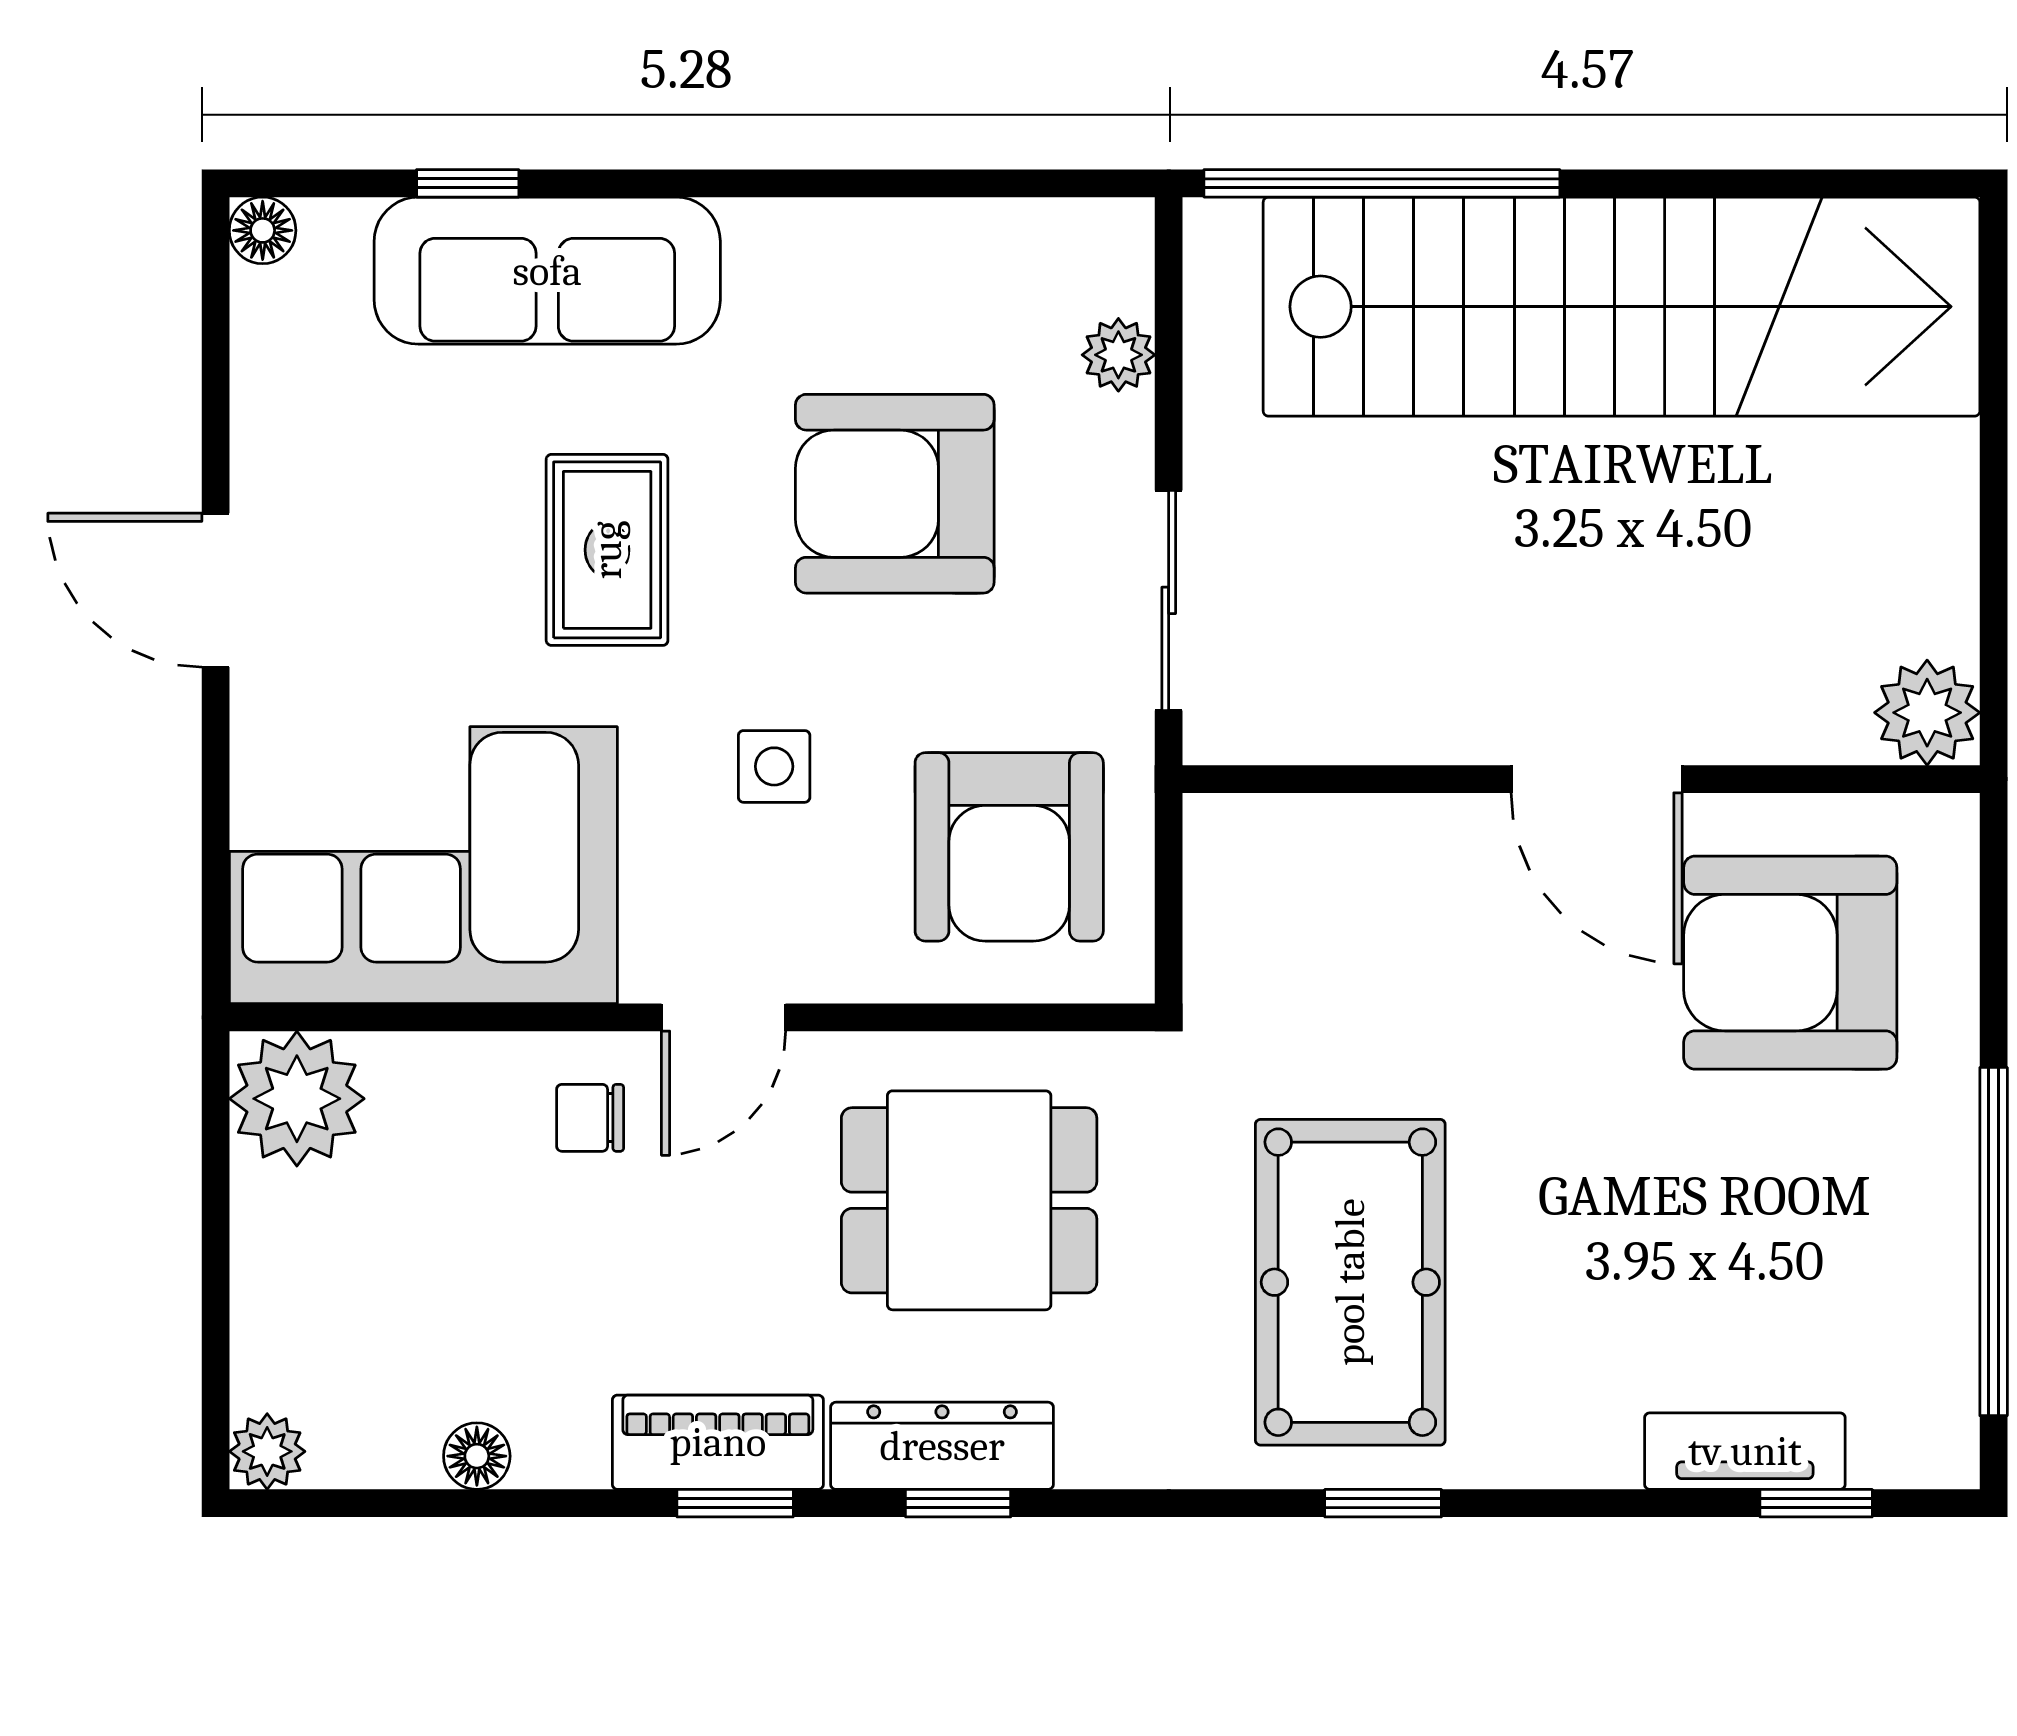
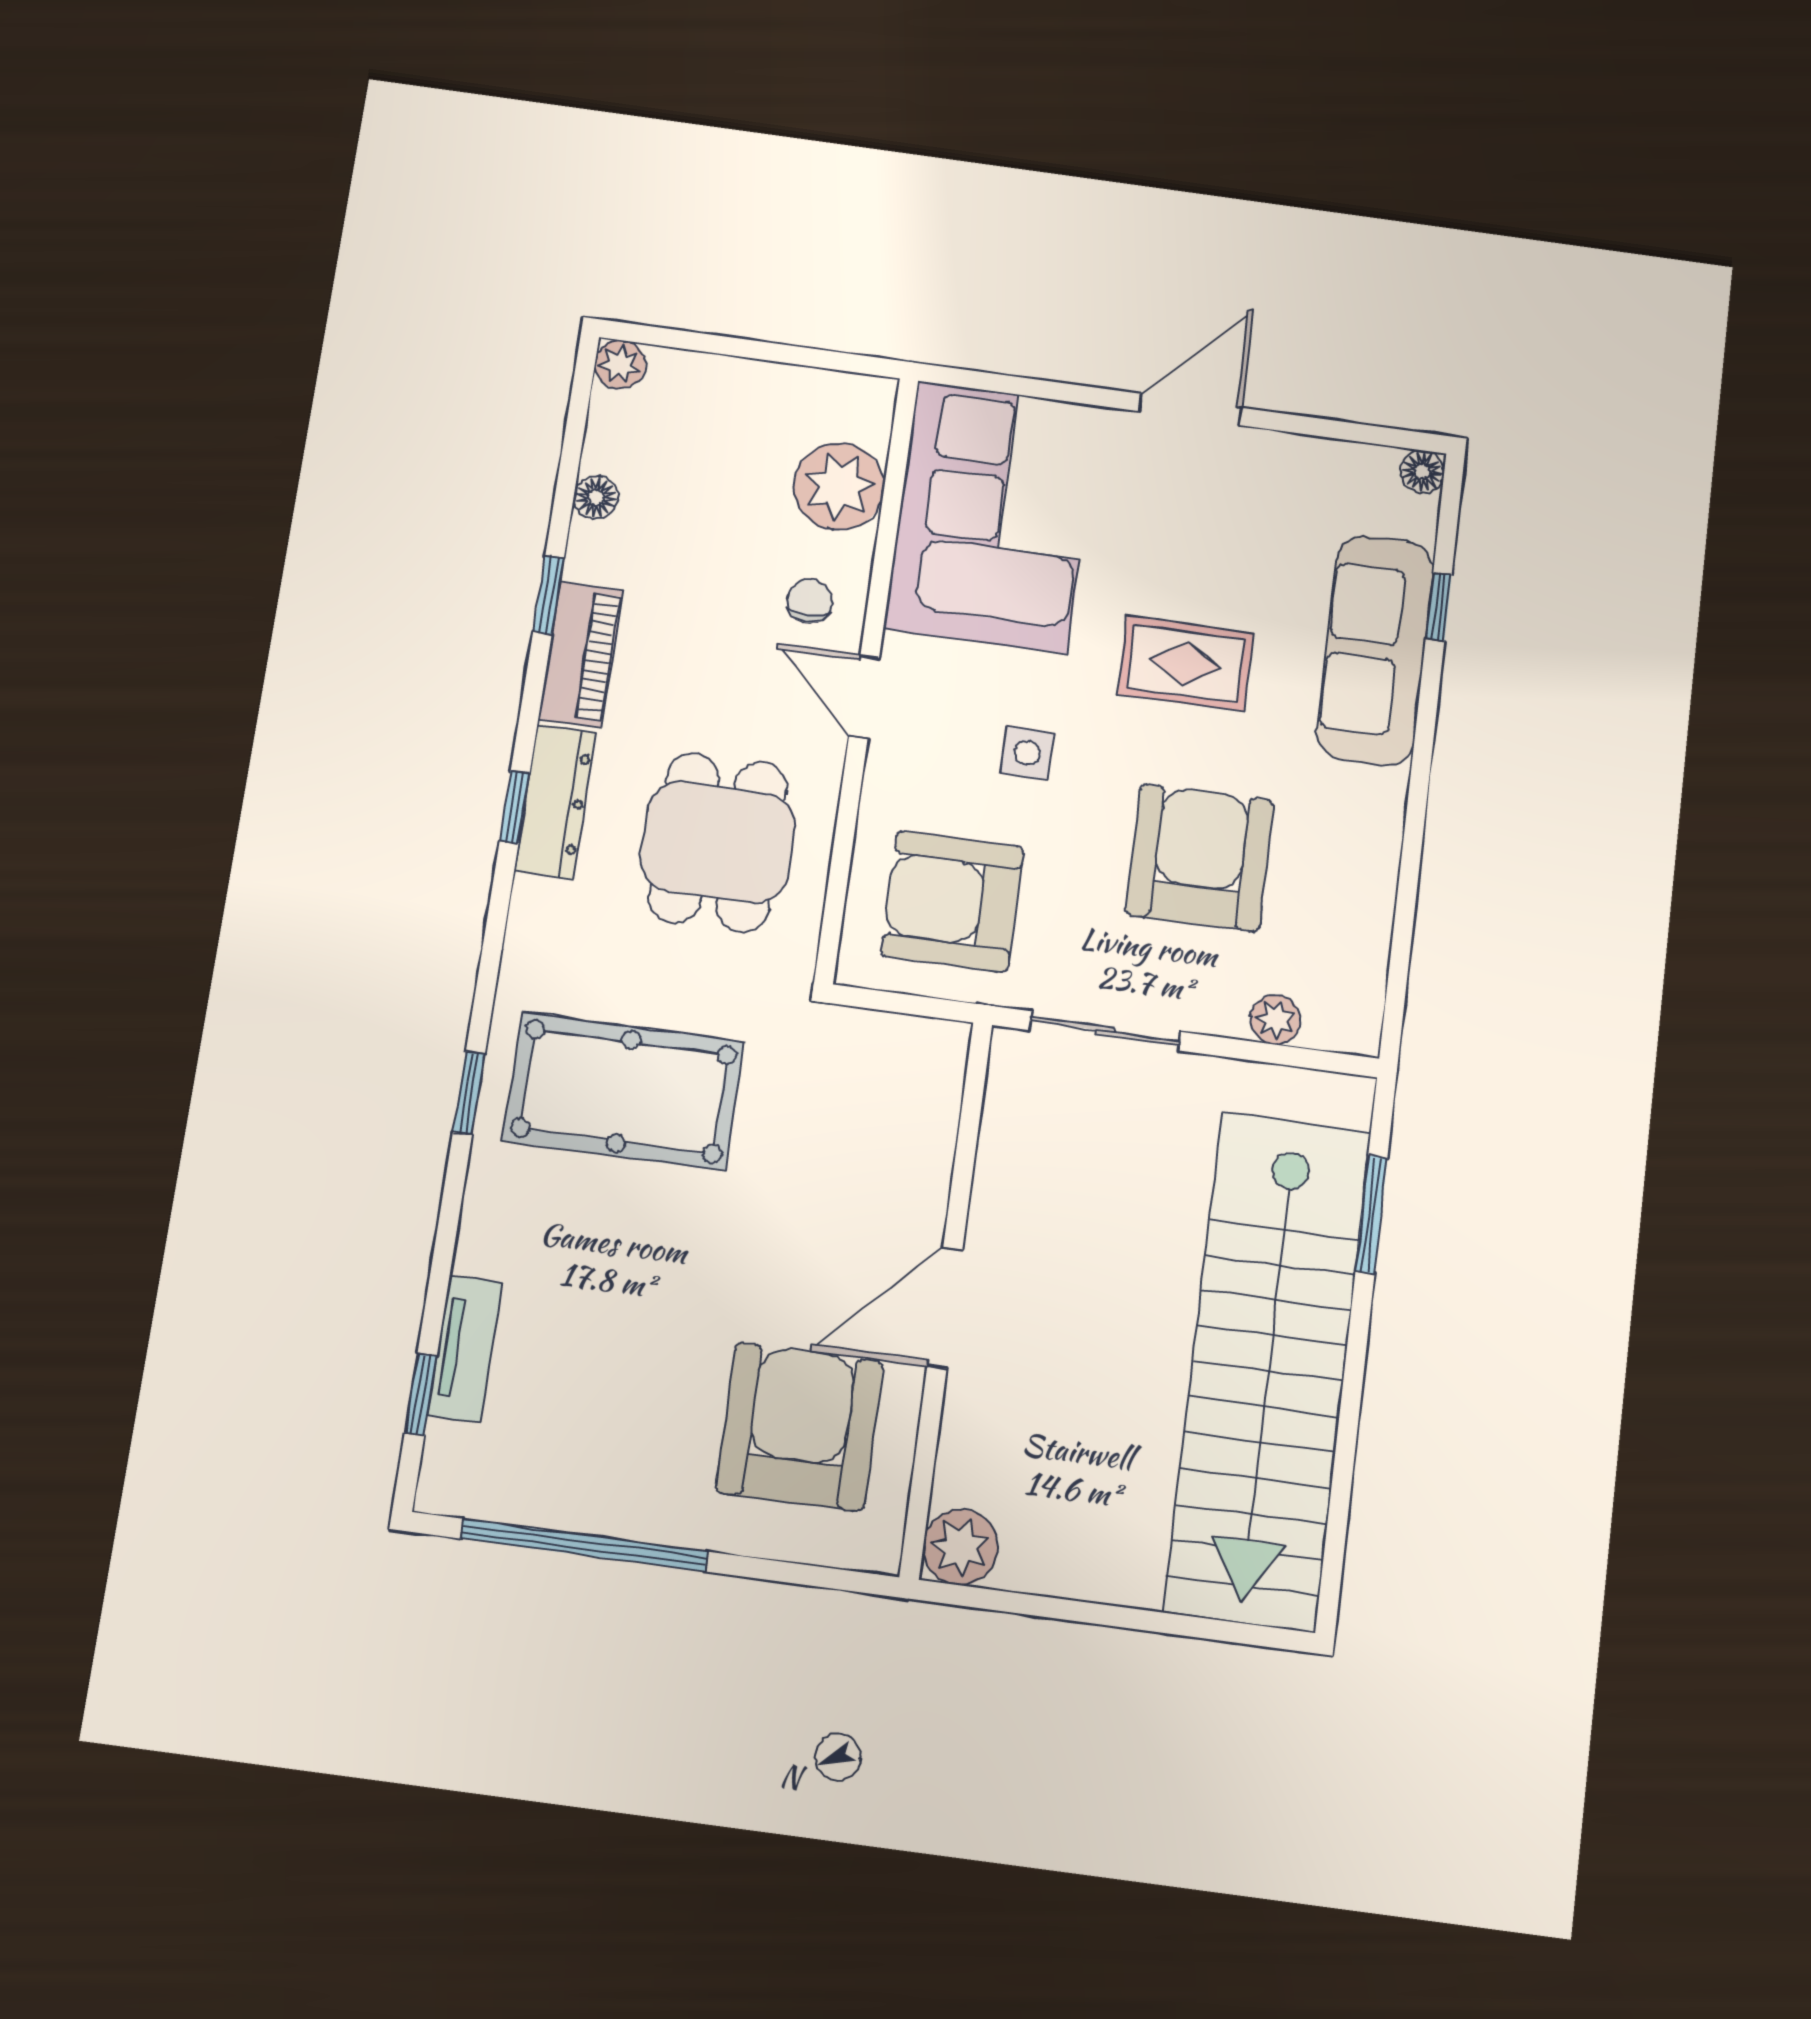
window: (1382, 183) -> (1371, 1215), width x0.47
plant: (297, 1099) -> (839, 487), moved
window: (735, 1503) -> (548, 595), moved

